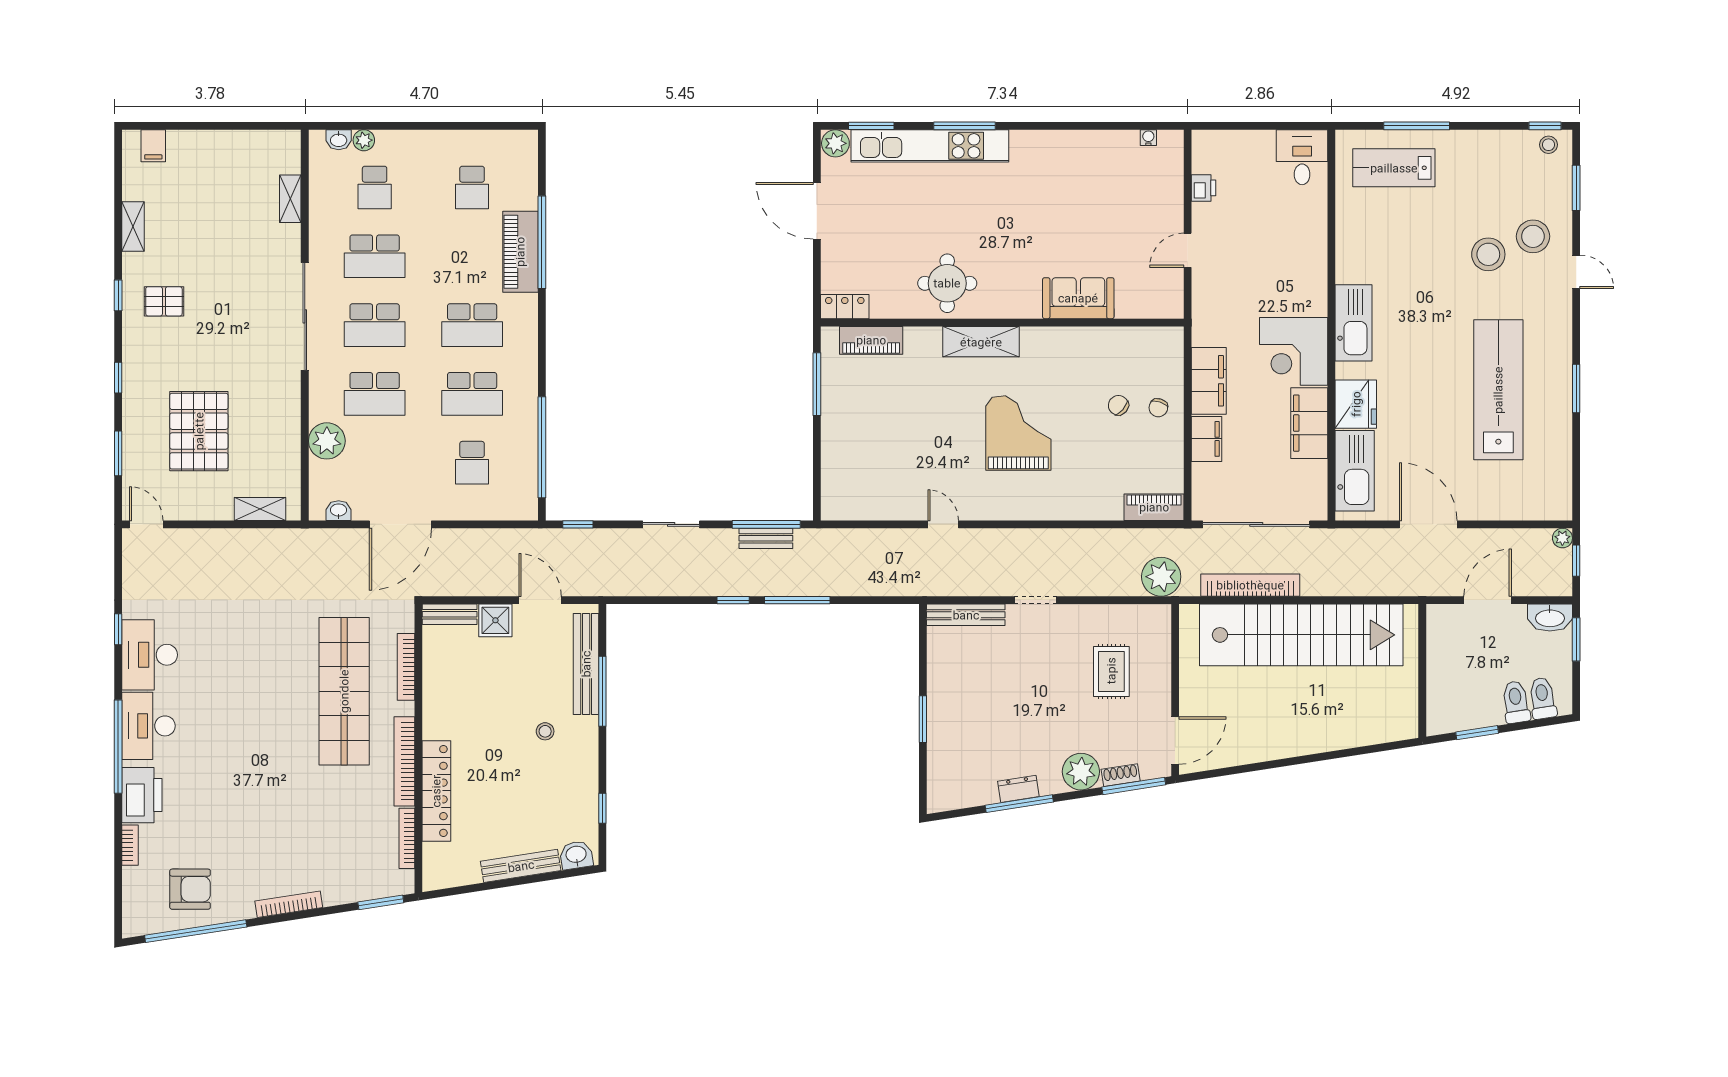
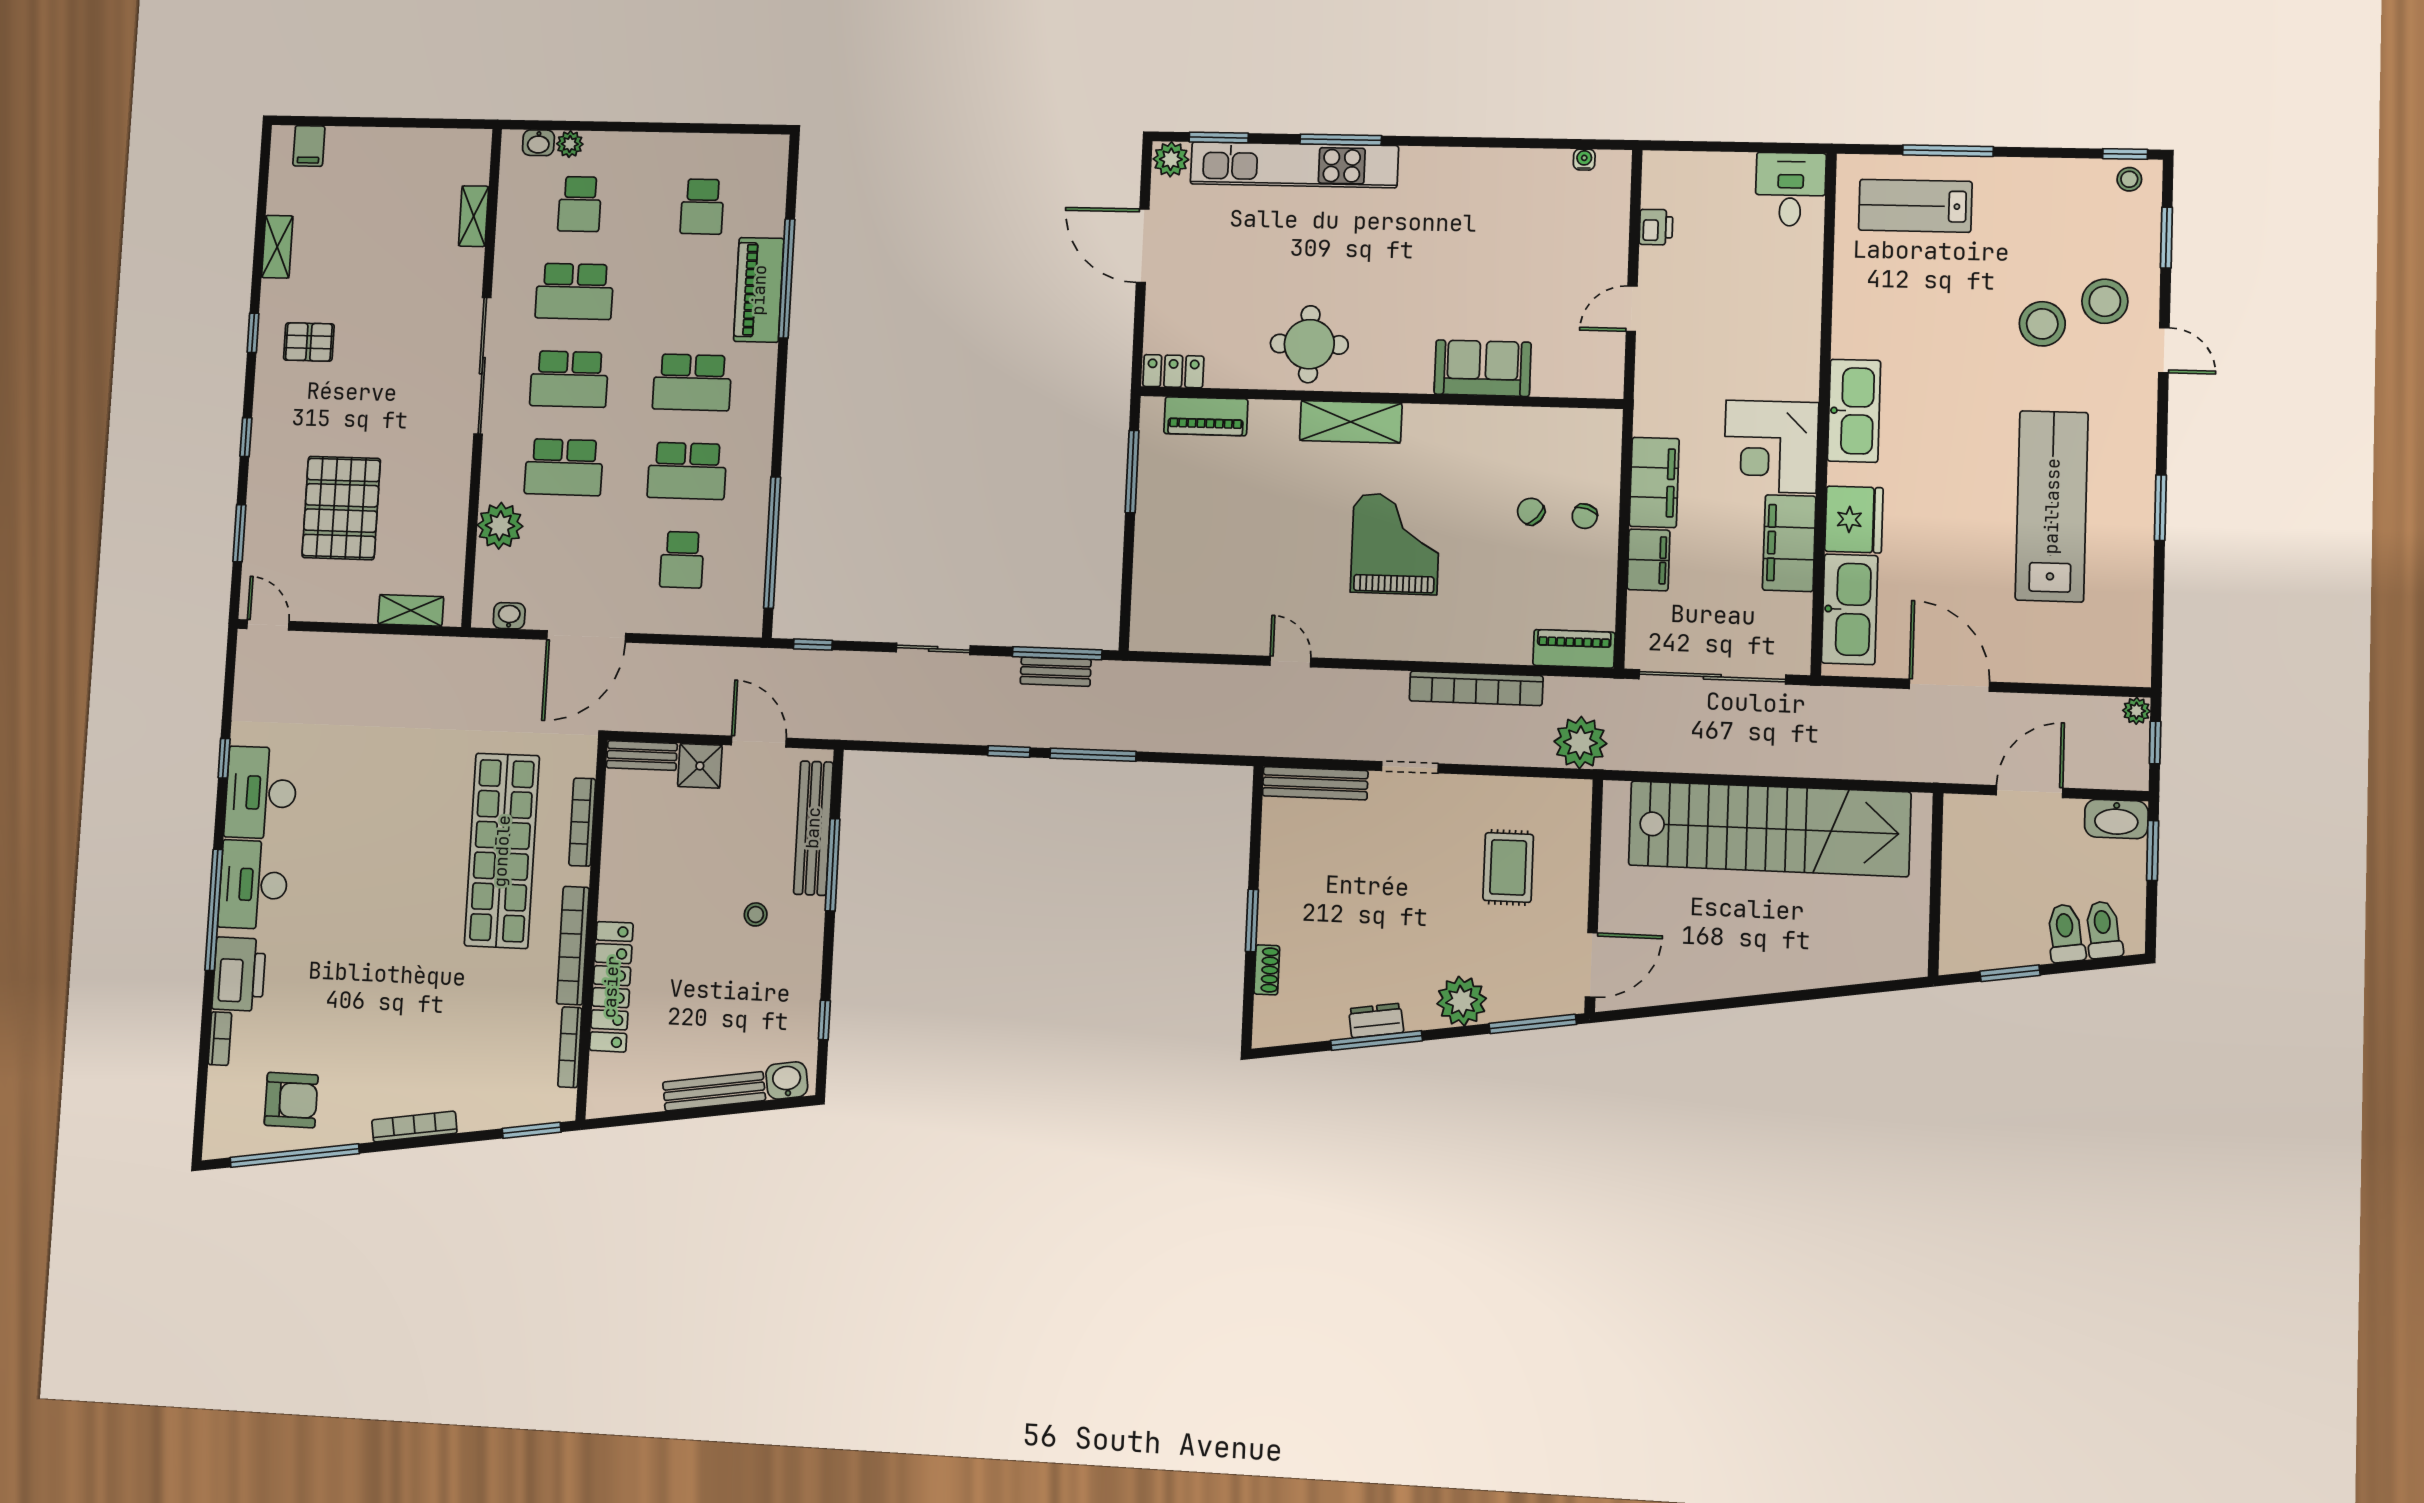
bookcase: (1250, 585) -> (1476, 688), moved, turned 180
shoe rack: (1121, 775) -> (1267, 970), moved, turned 99

